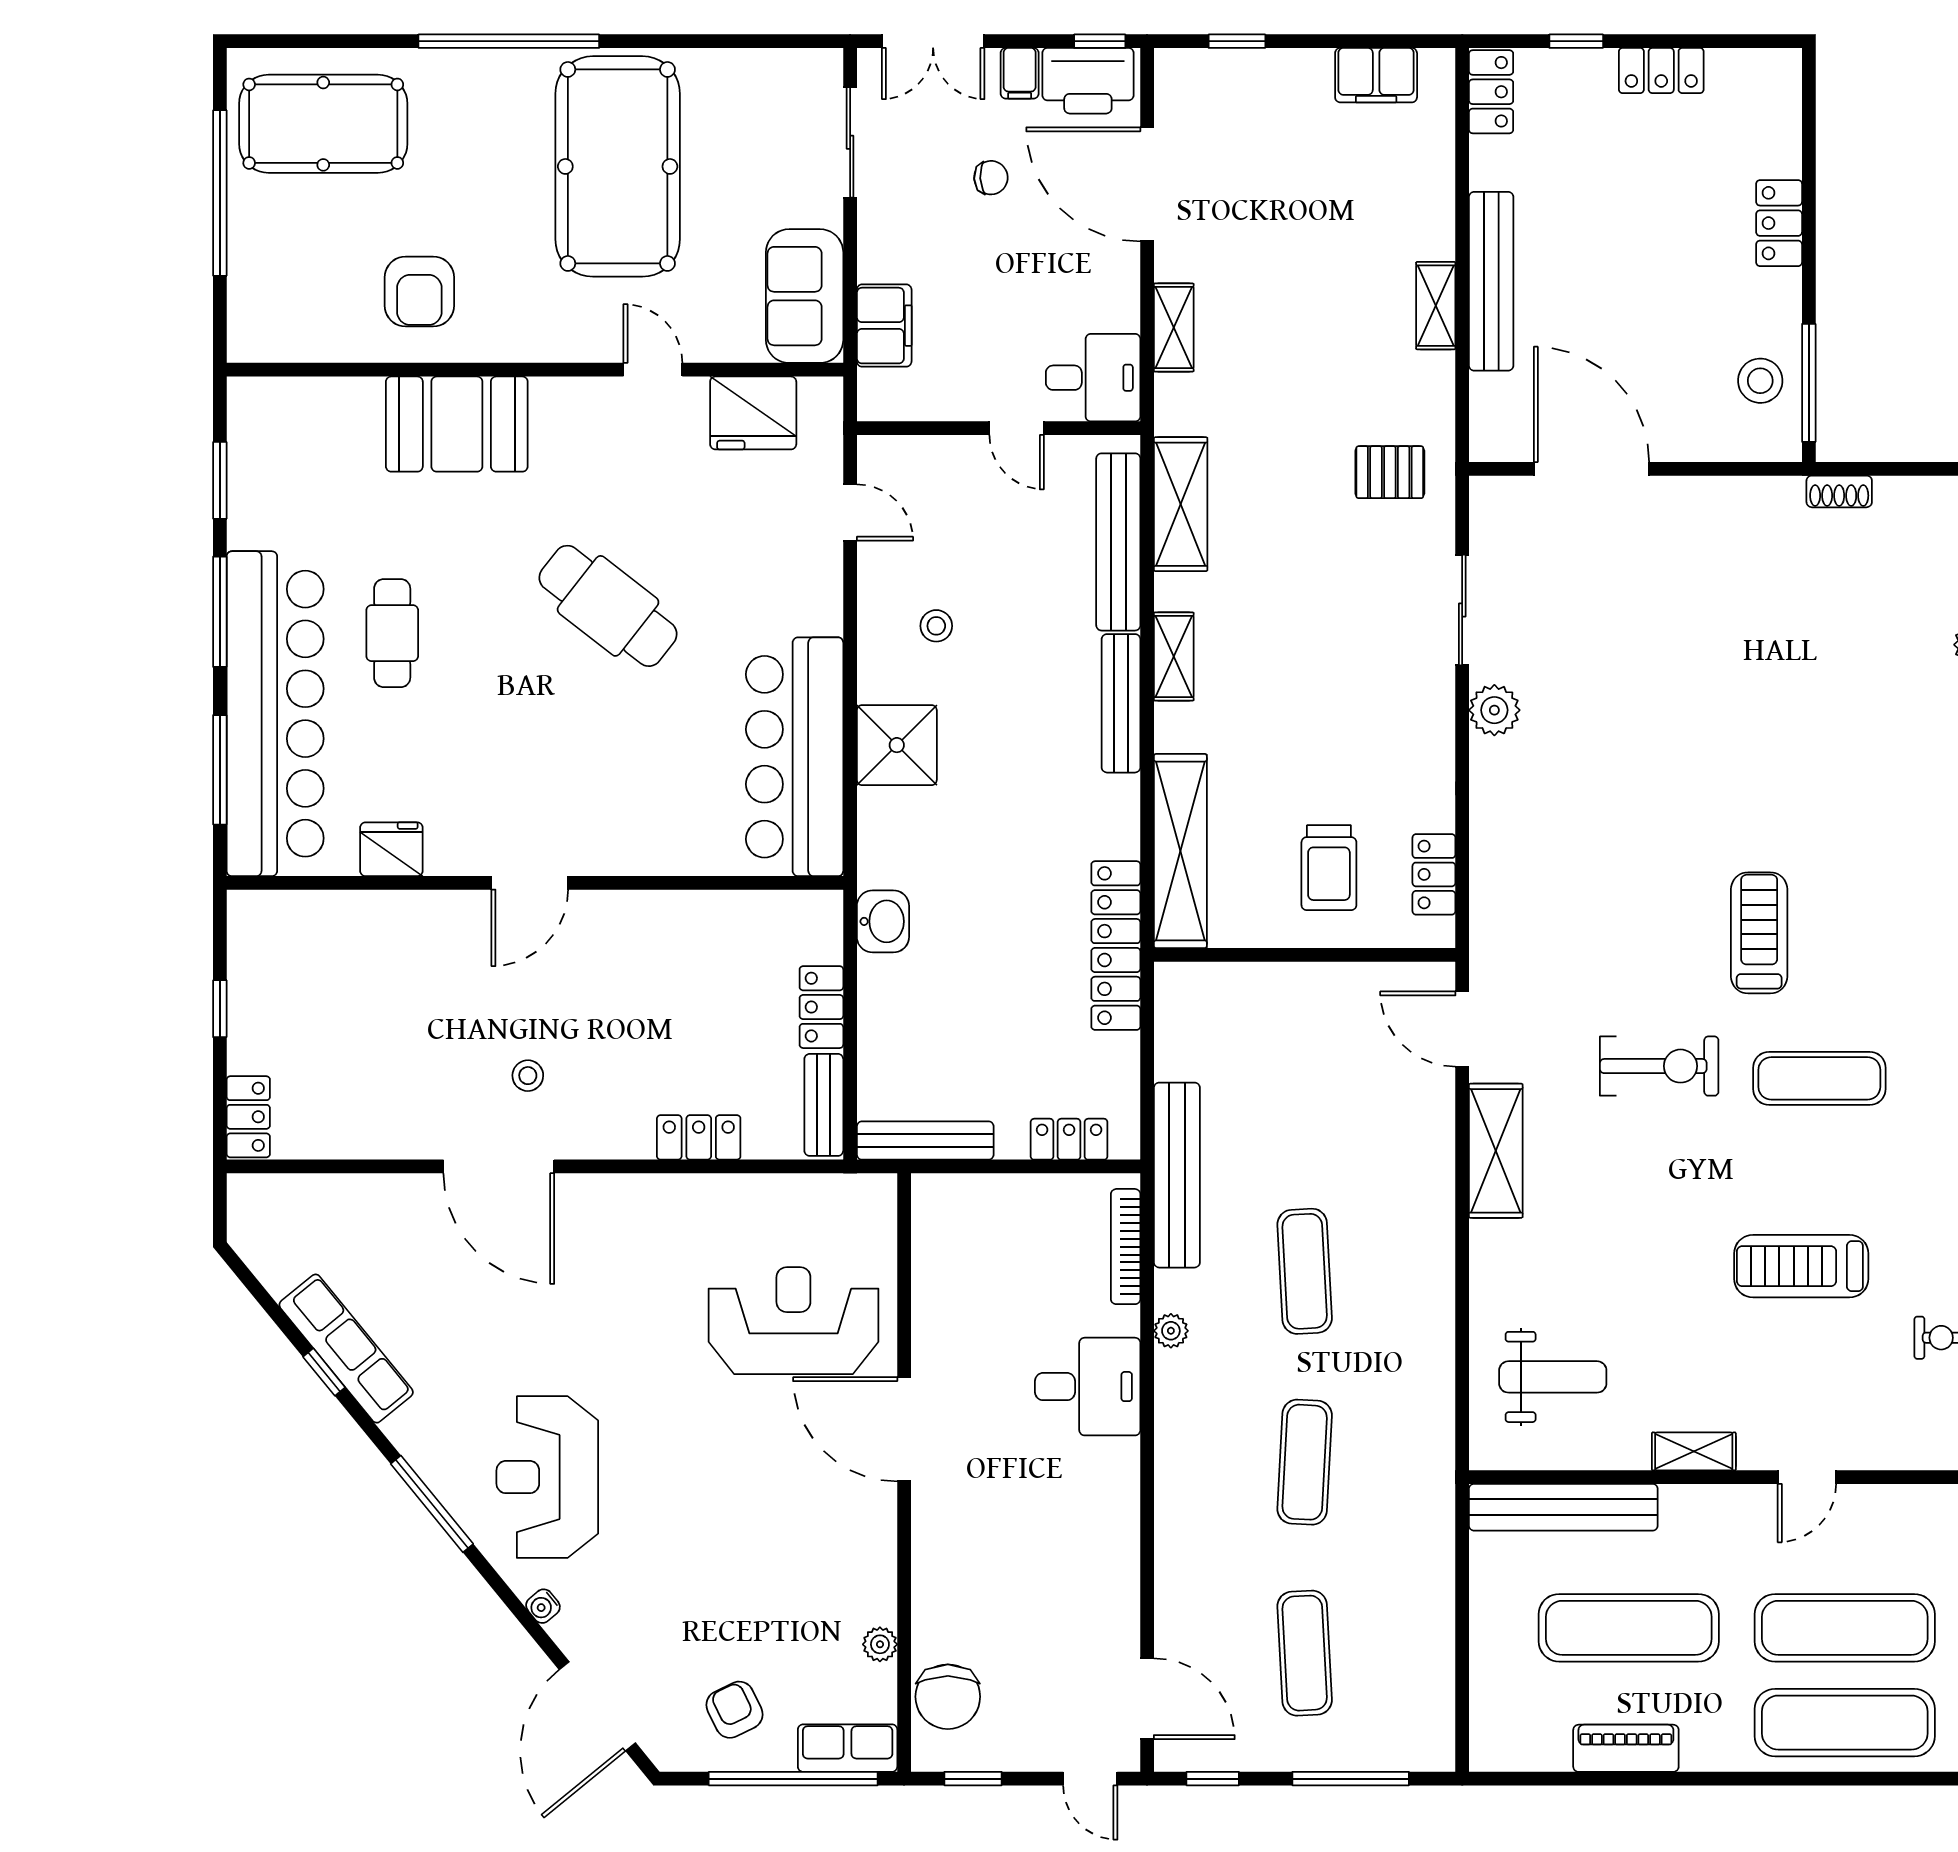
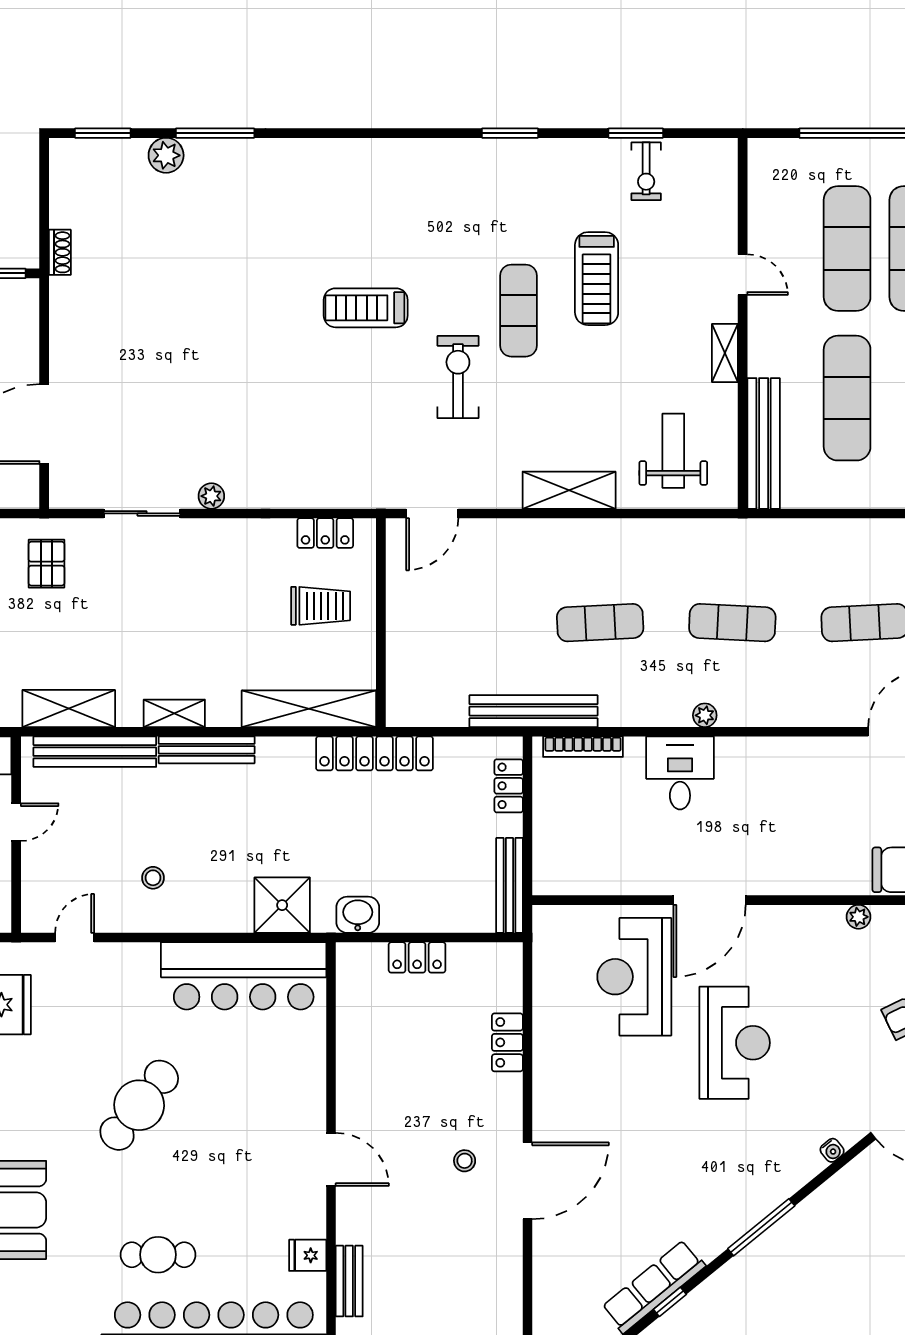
plant: (1494, 710) -> (211, 496), width x0.73, depth x0.73
shower: (897, 745) -> (282, 905), moved
fridge: (391, 849) -> (308, 1255), width x0.72
exercise mat: (1819, 1078) -> (519, 311), moved
bench: (824, 1105) -> (349, 1281), moved, turned 90
shelving: (1496, 1151) -> (569, 490), moved
plant: (1171, 1331) -> (705, 715), moved
reception desk: (547, 1477) -> (735, 1043), moved, turned -90

